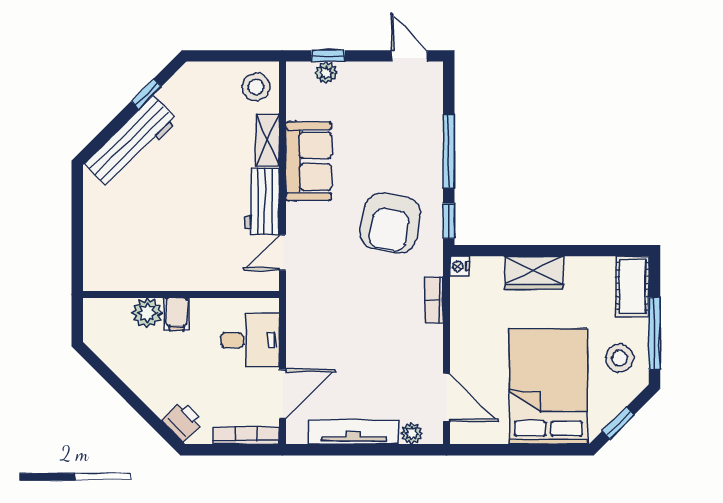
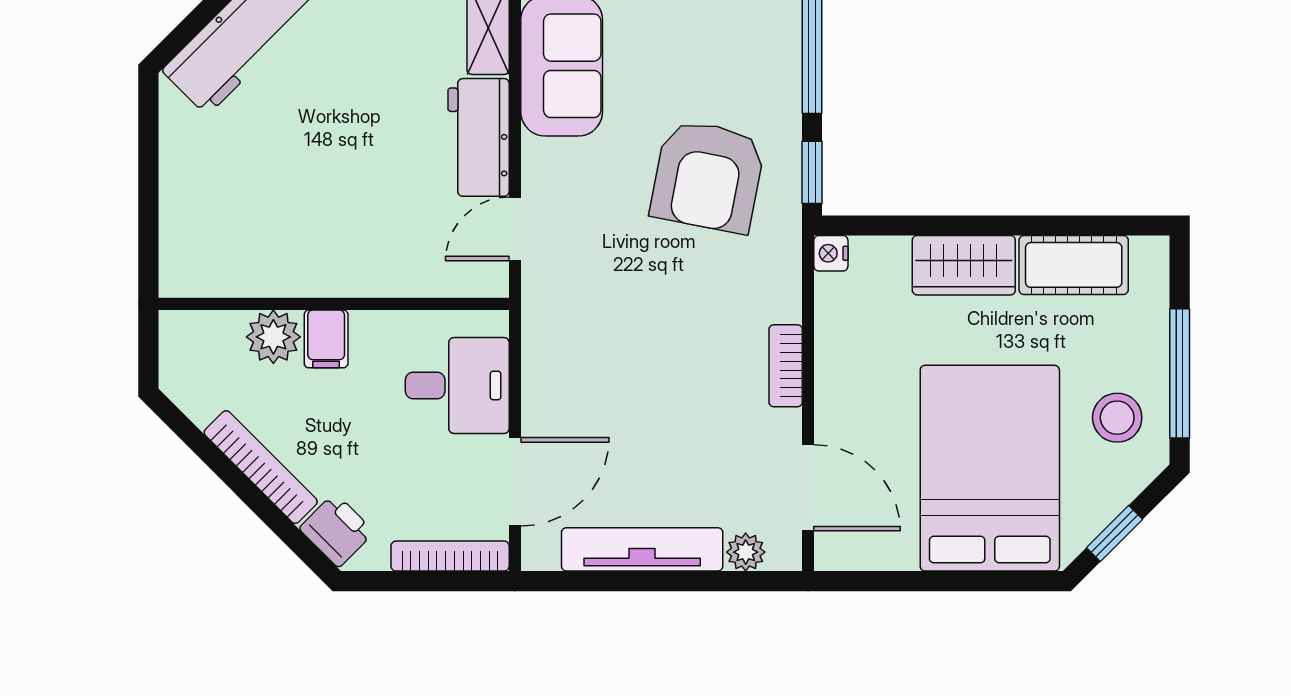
cot: (632, 287) -> (1074, 265), moved, turned 90
bookcase: (434, 300) -> (786, 366), moved
bookcase: (140, 386) -> (261, 467), added

